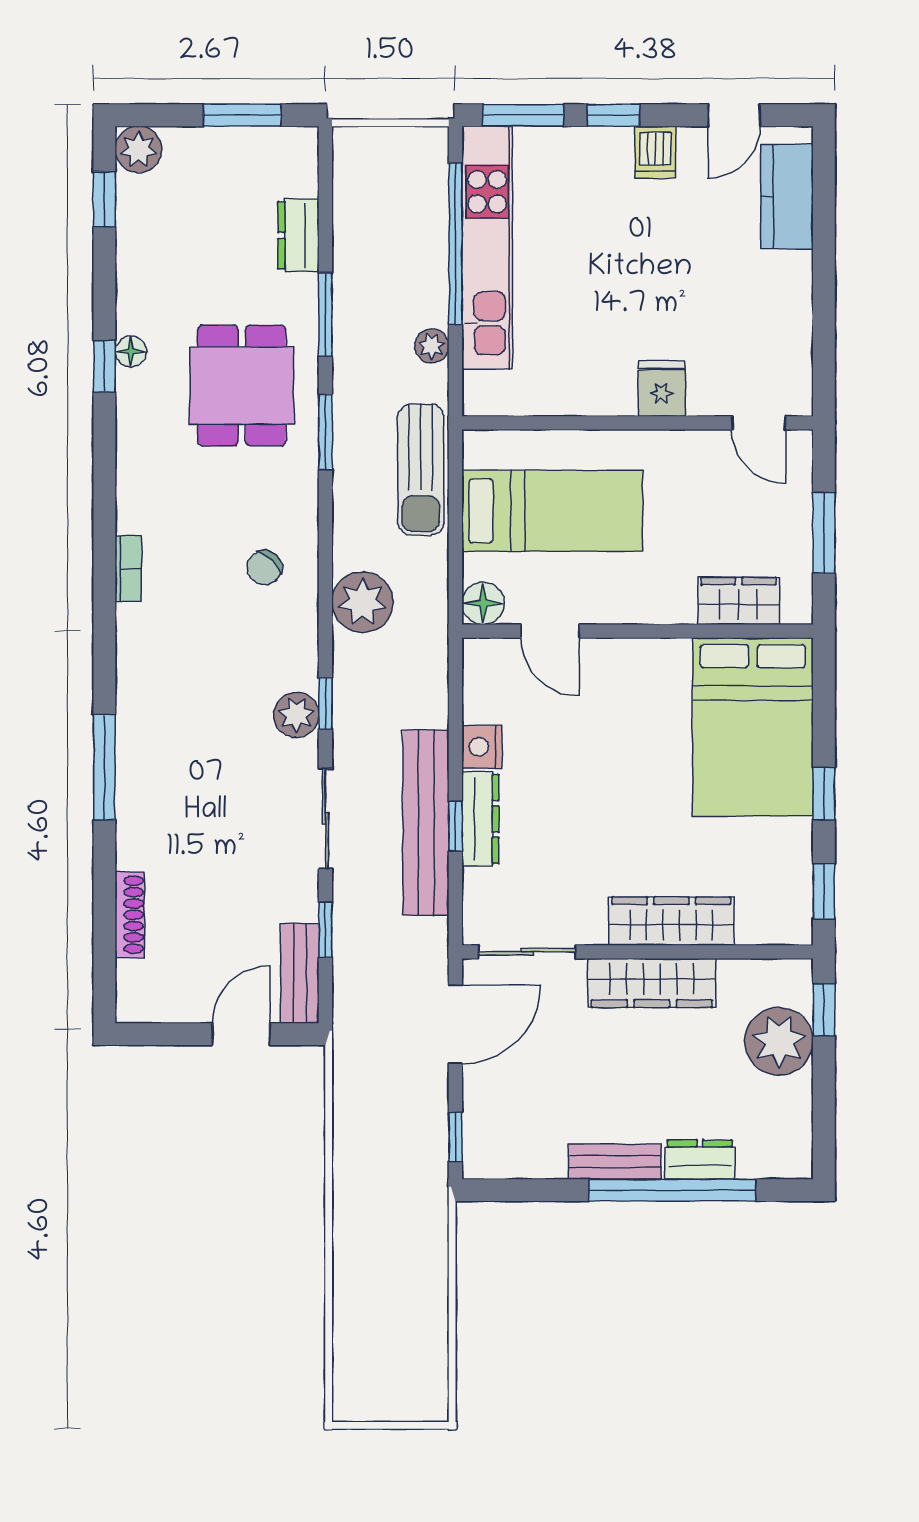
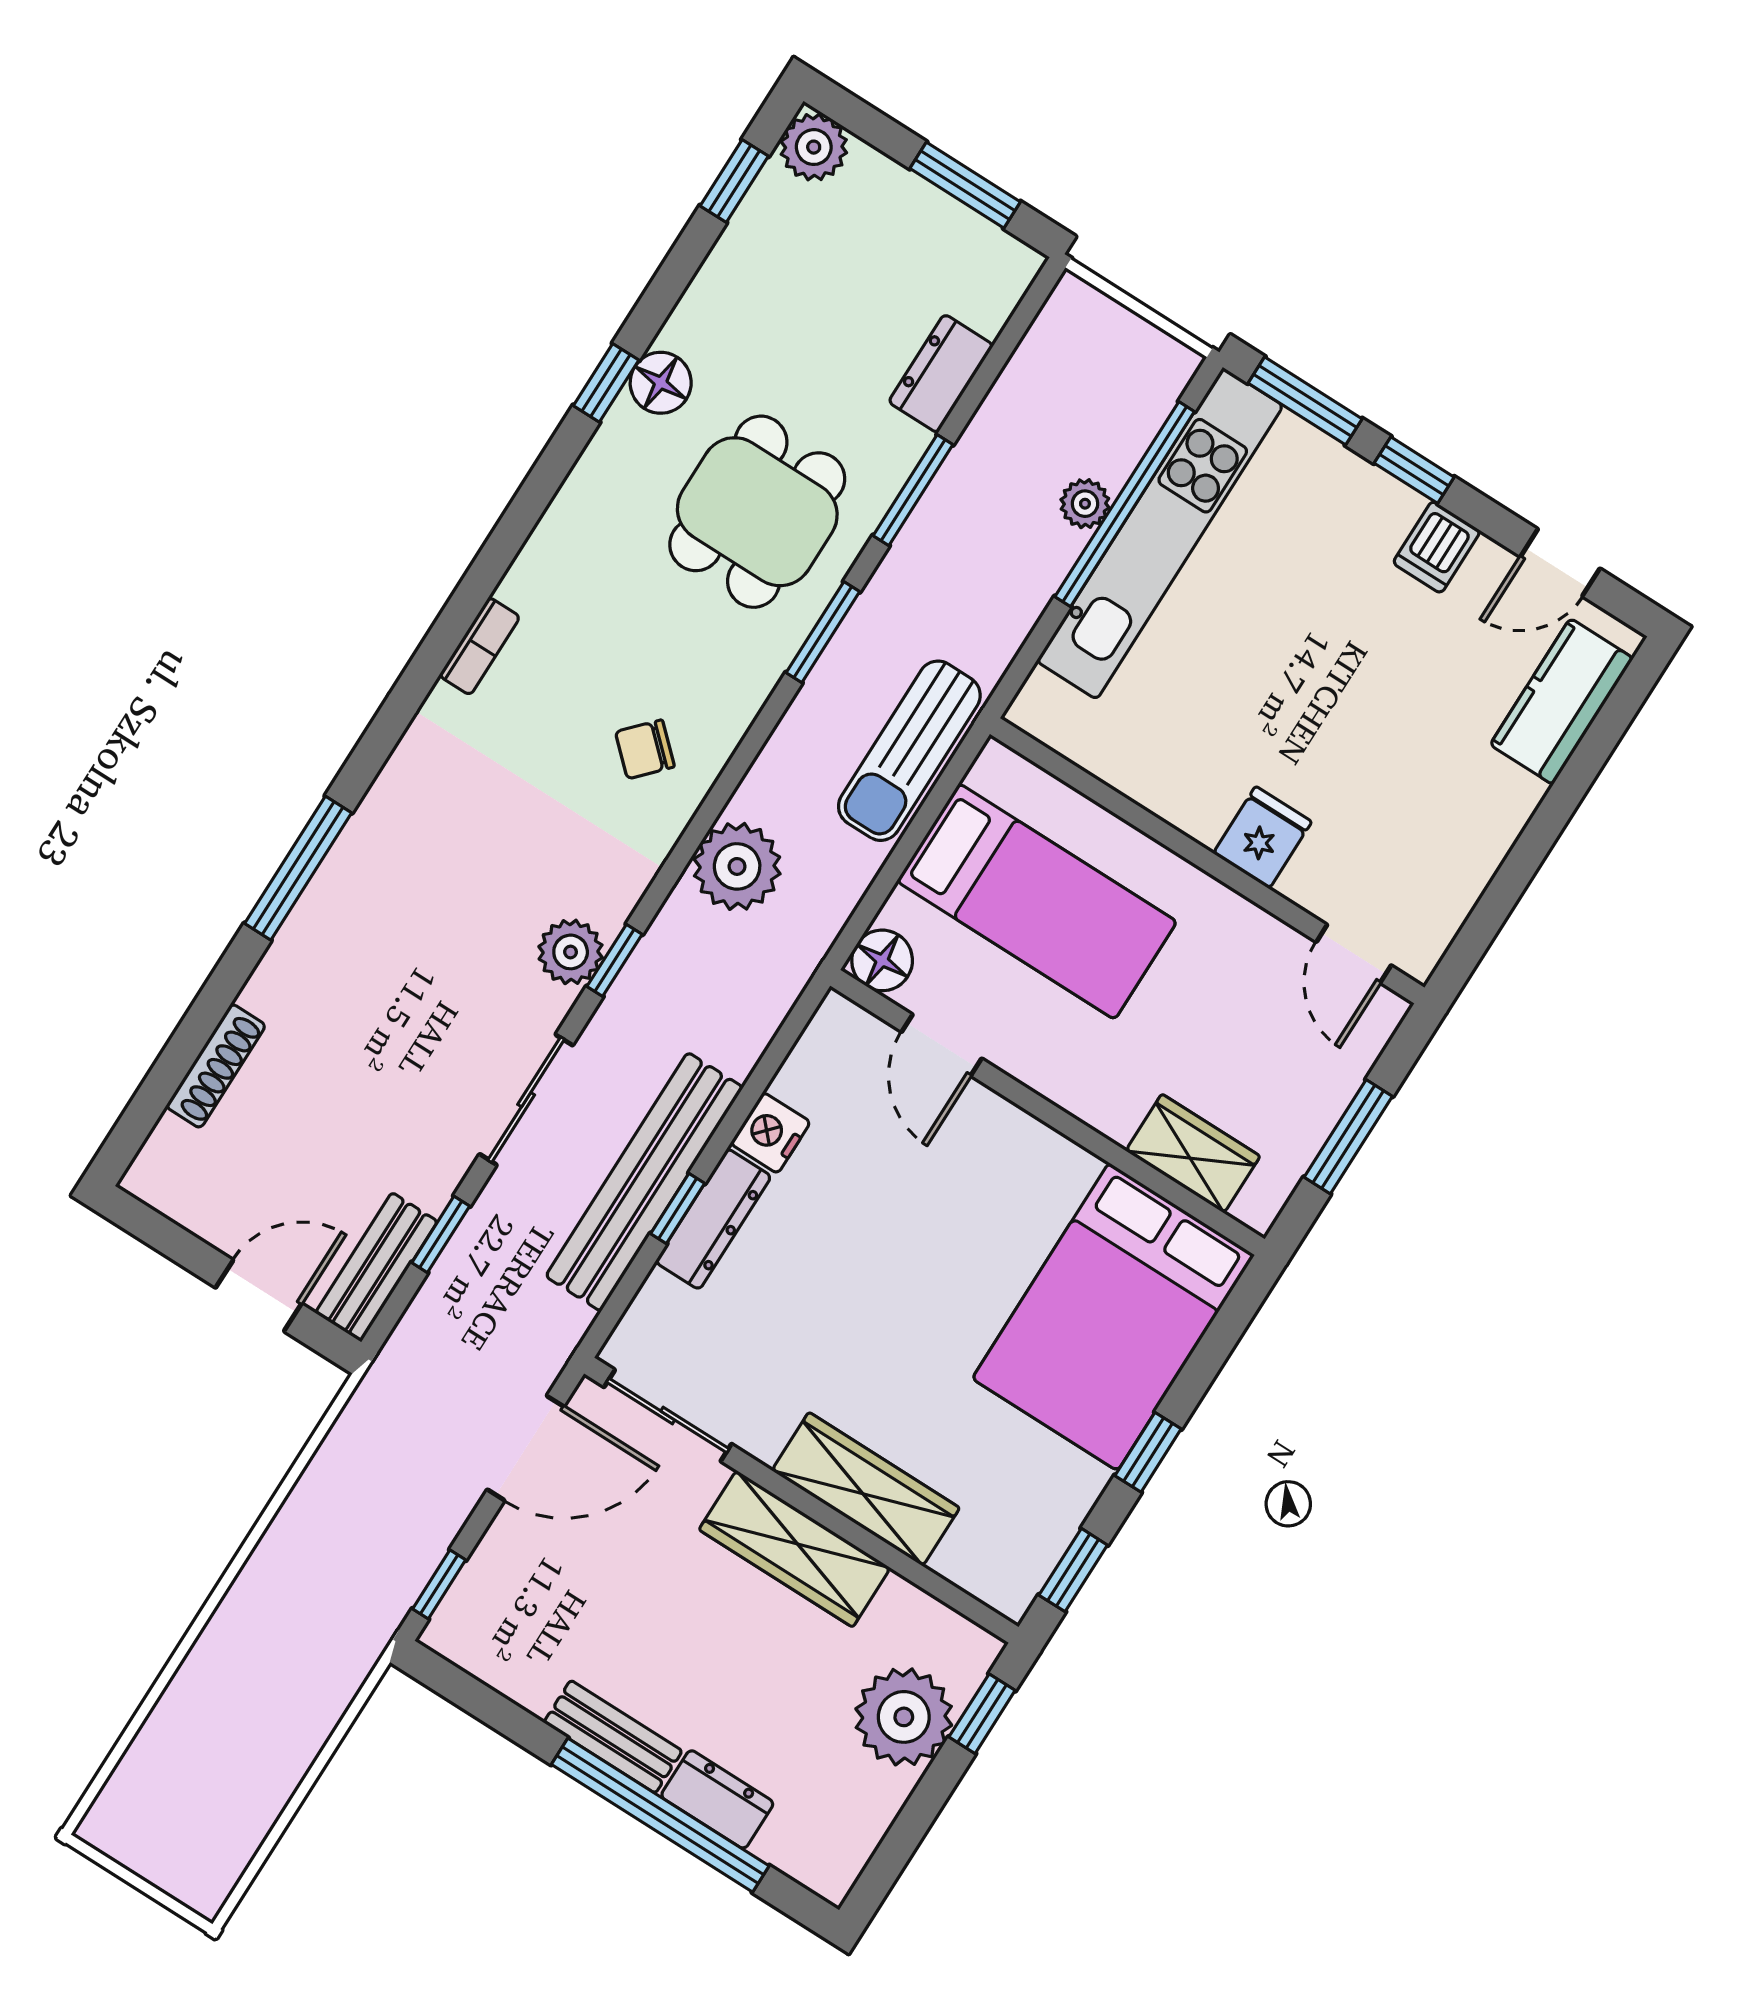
plant: (432, 346) -> (1085, 504), moved
floor lamp: (131, 351) -> (661, 383), width x1.37, depth x1.37

